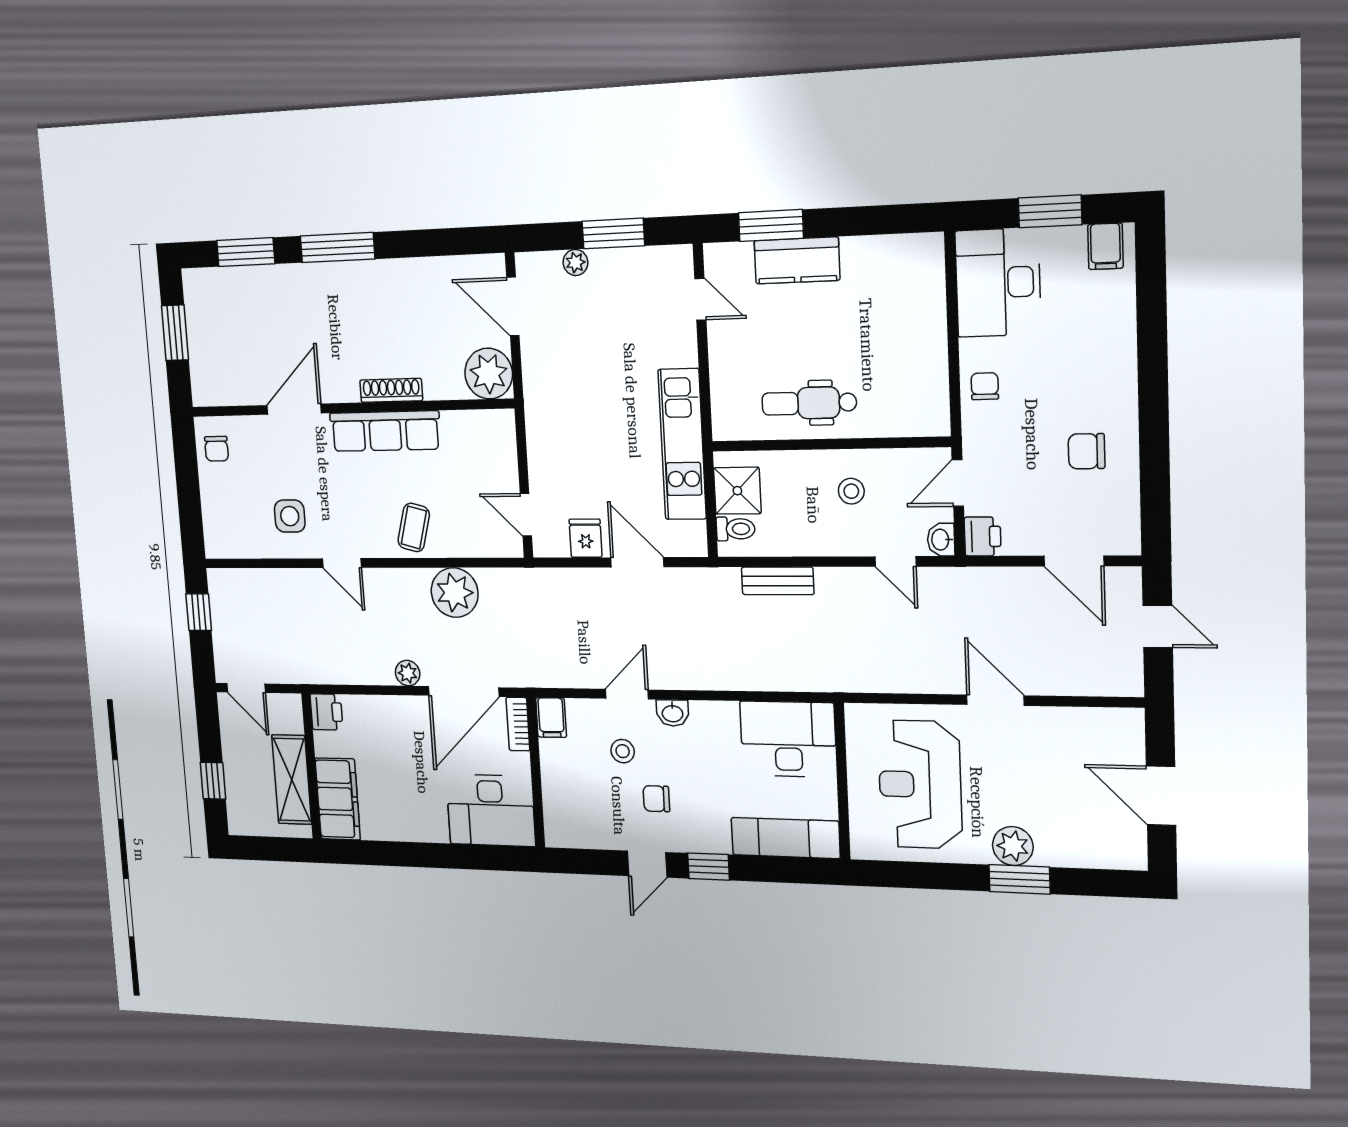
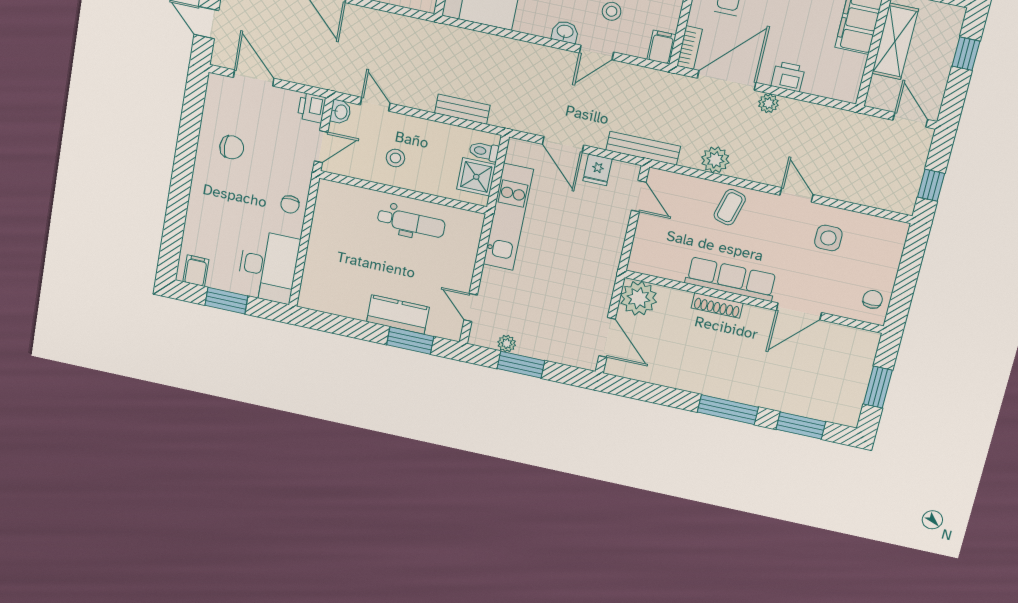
plant: (575, 262) -> (507, 344), moved
bench: (538, 581) -> (643, 148), added
plant: (455, 593) -> (715, 160), width x0.73, depth x0.73
printer: (326, 712) -> (788, 77), moved, turned 90

